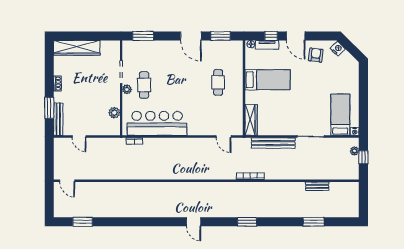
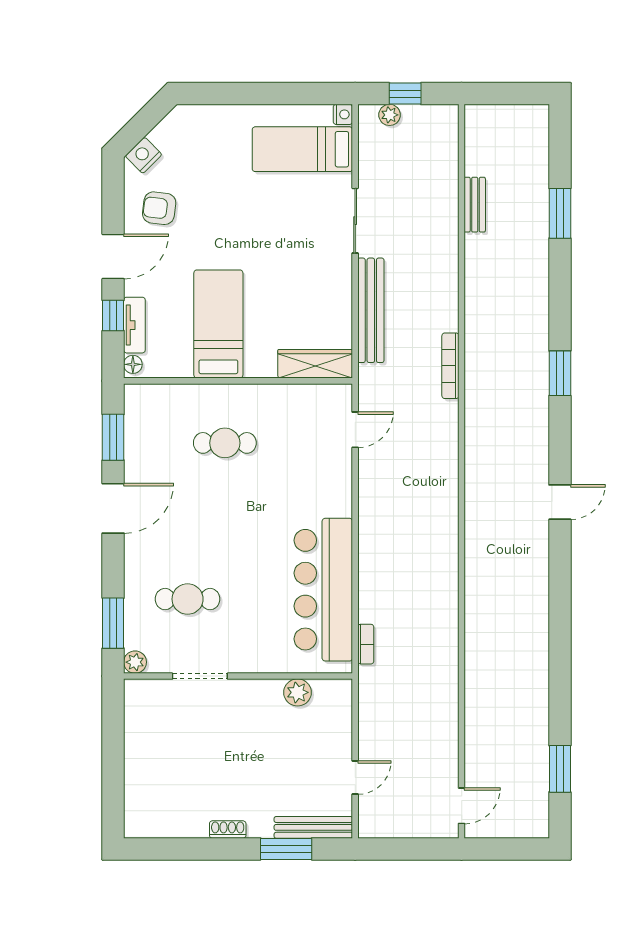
wardrobe: (77, 48) -> (142, 783), removed
cafe table: (144, 85) -> (188, 599), moved
plant: (127, 89) -> (135, 662), moved

